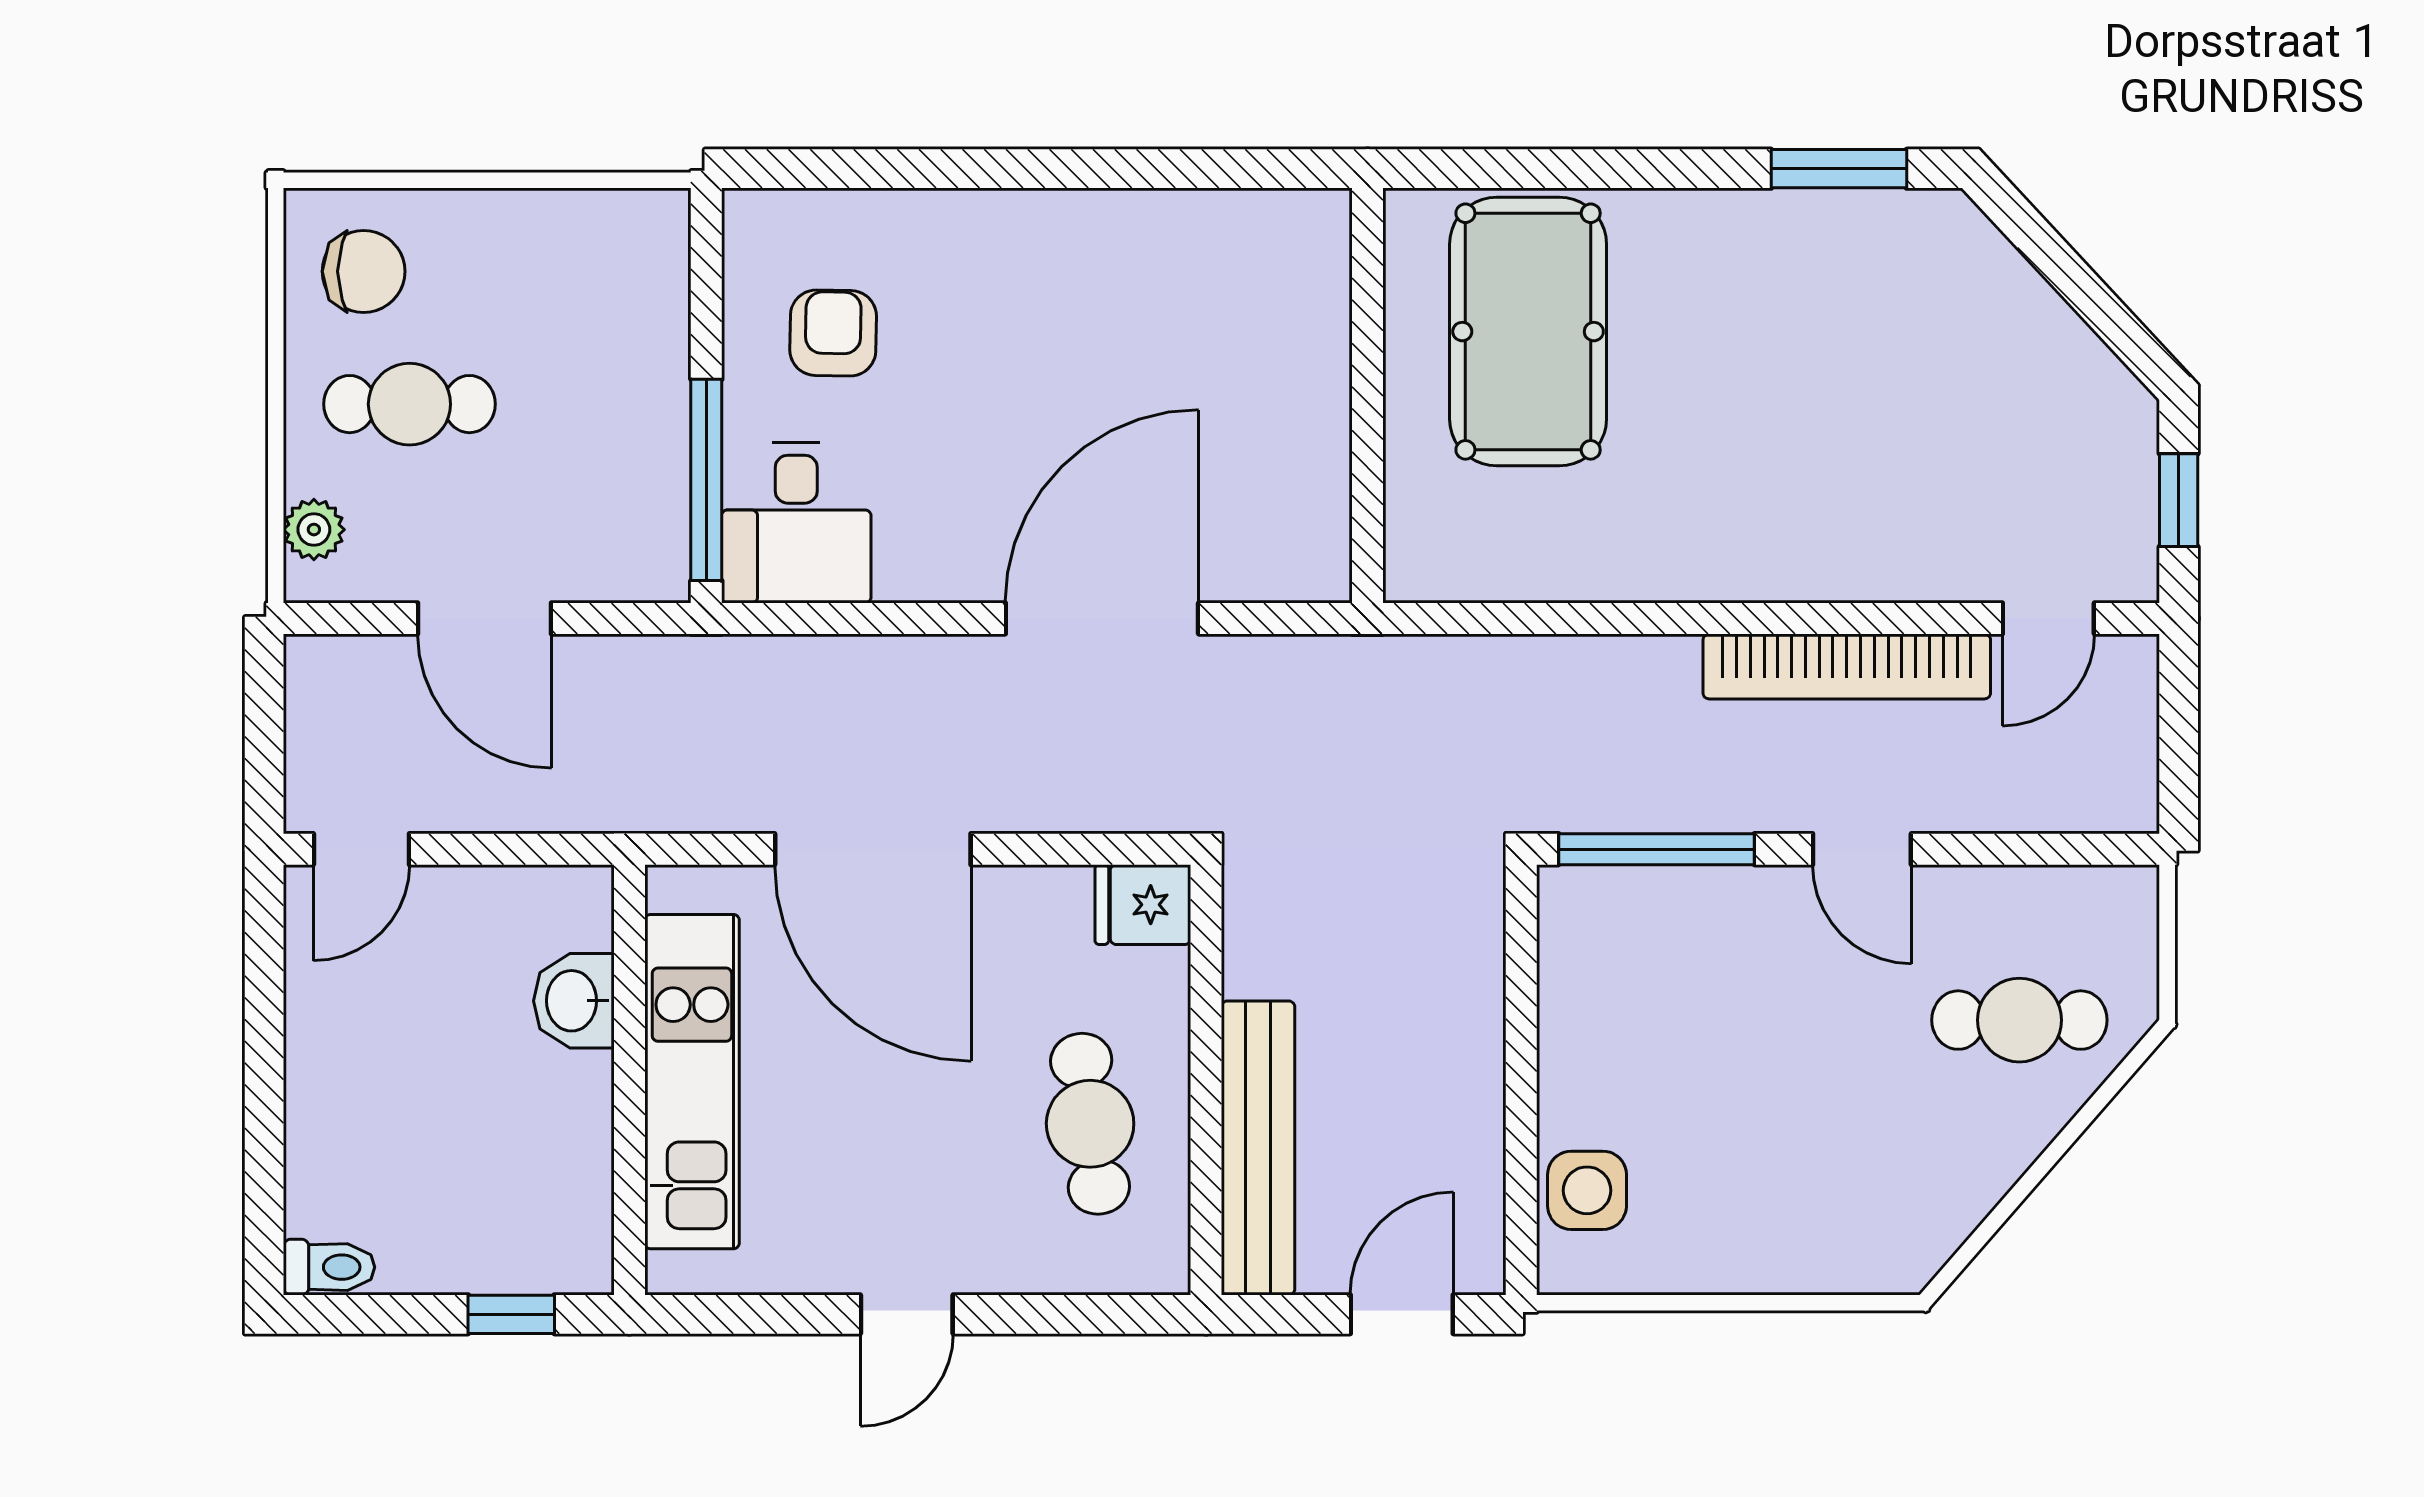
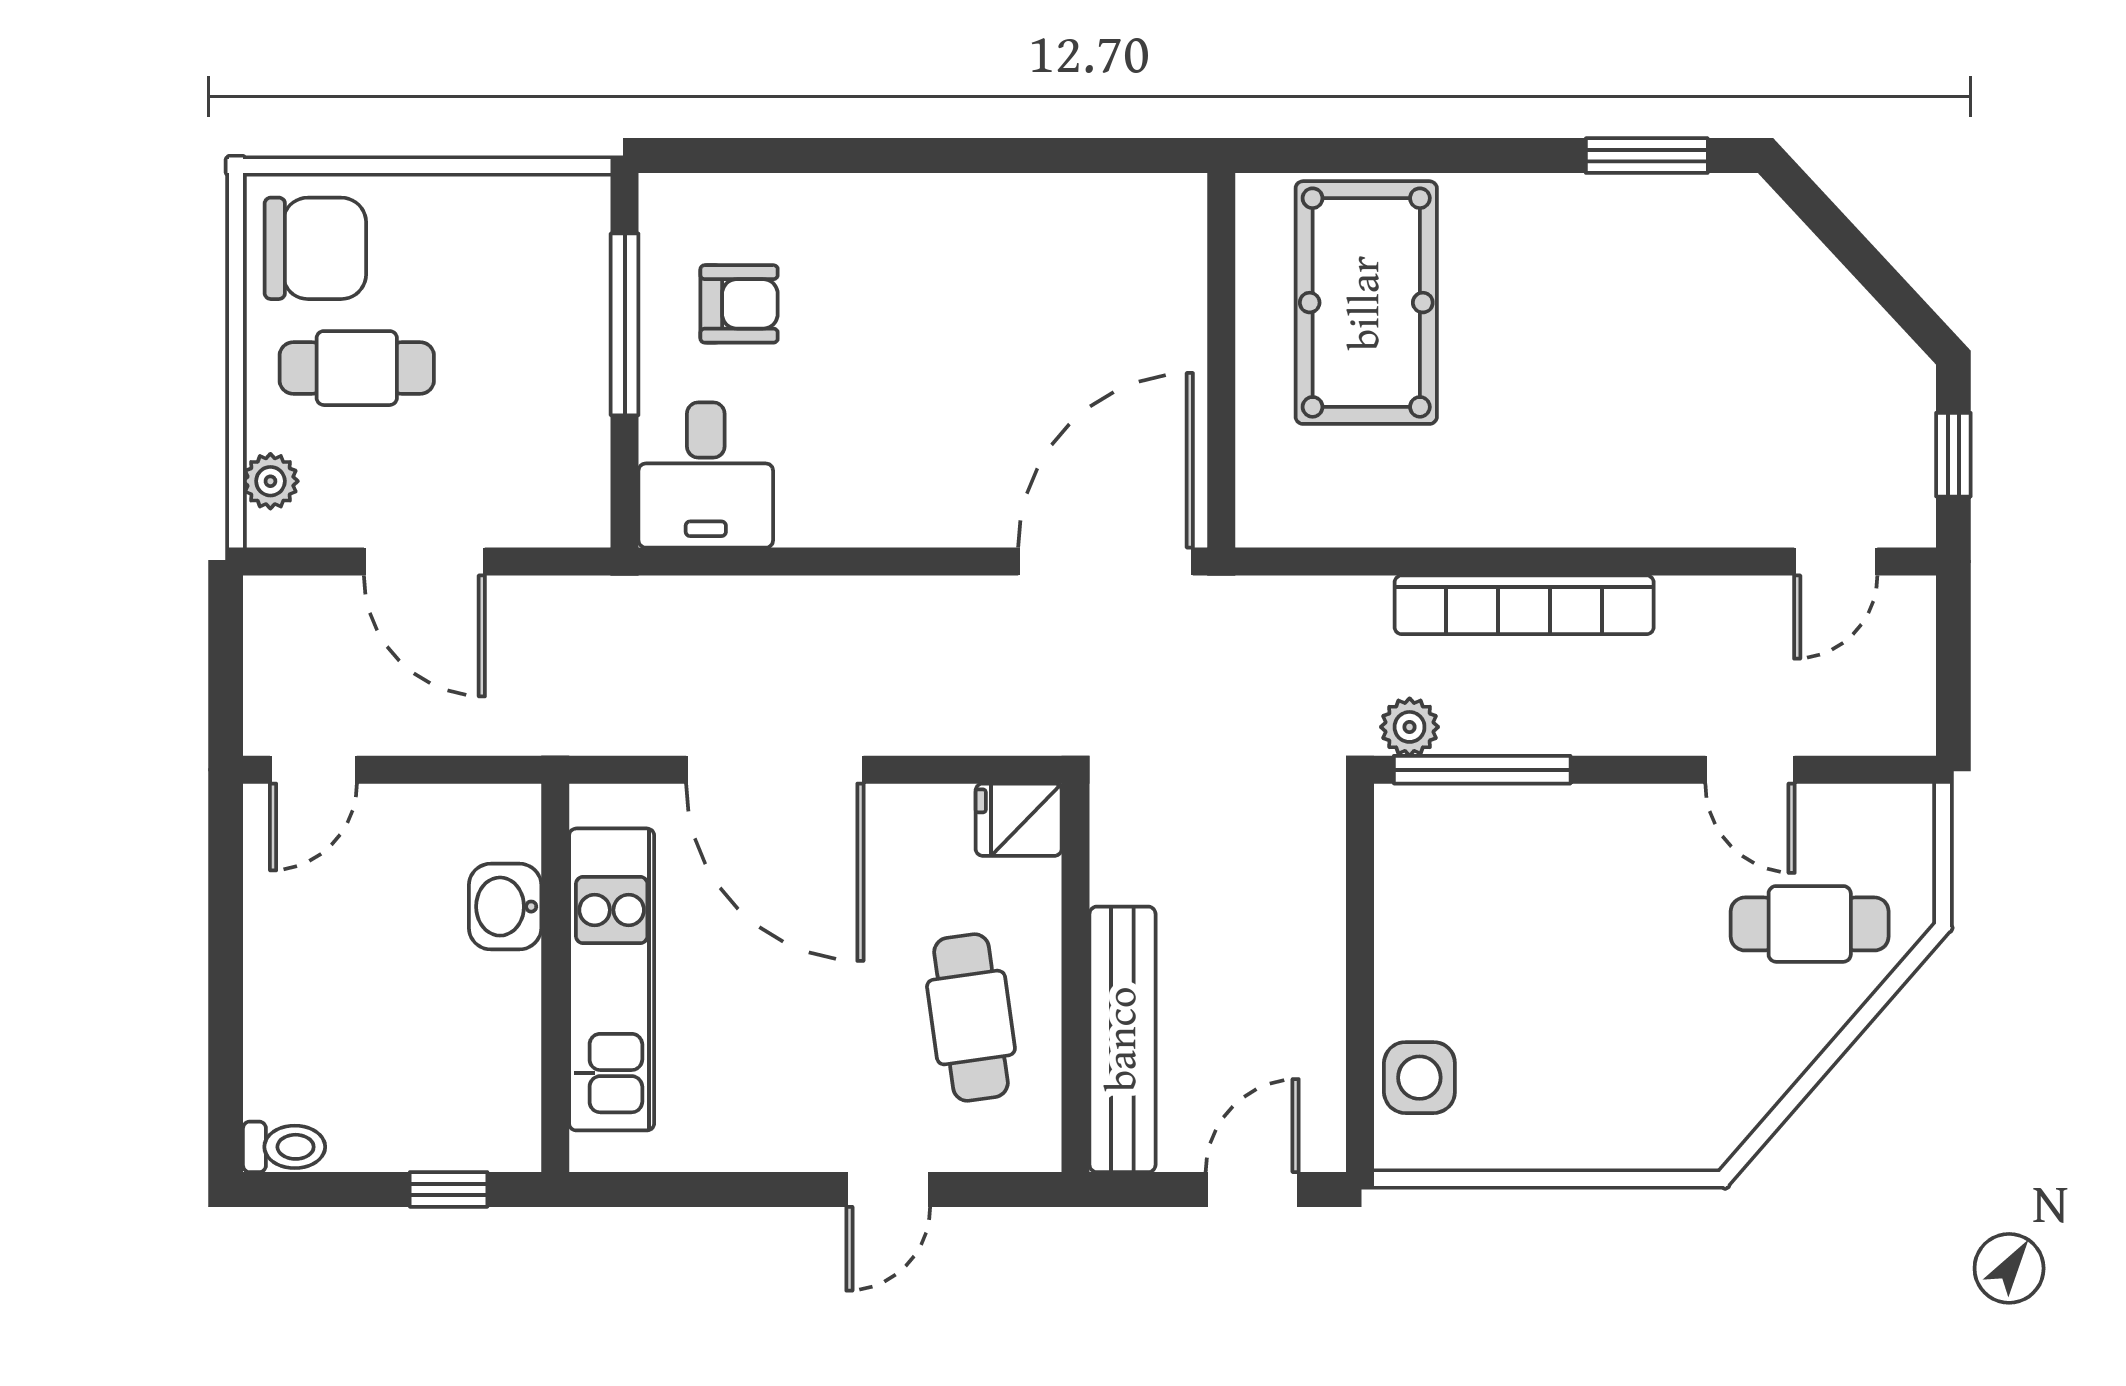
chair: (364, 271) -> (315, 248), width x1.37, depth x1.37
armchair: (833, 333) -> (739, 304), turned 89
window: (706, 480) -> (625, 324), moved
door: (1102, 618) -> (1106, 562), moved
bookcase: (1847, 666) -> (1524, 605), moved
plant: (1576, 802) -> (1410, 727), added
door: (1862, 849) -> (1750, 770), moved
door: (907, 1314) -> (888, 1189), moved

